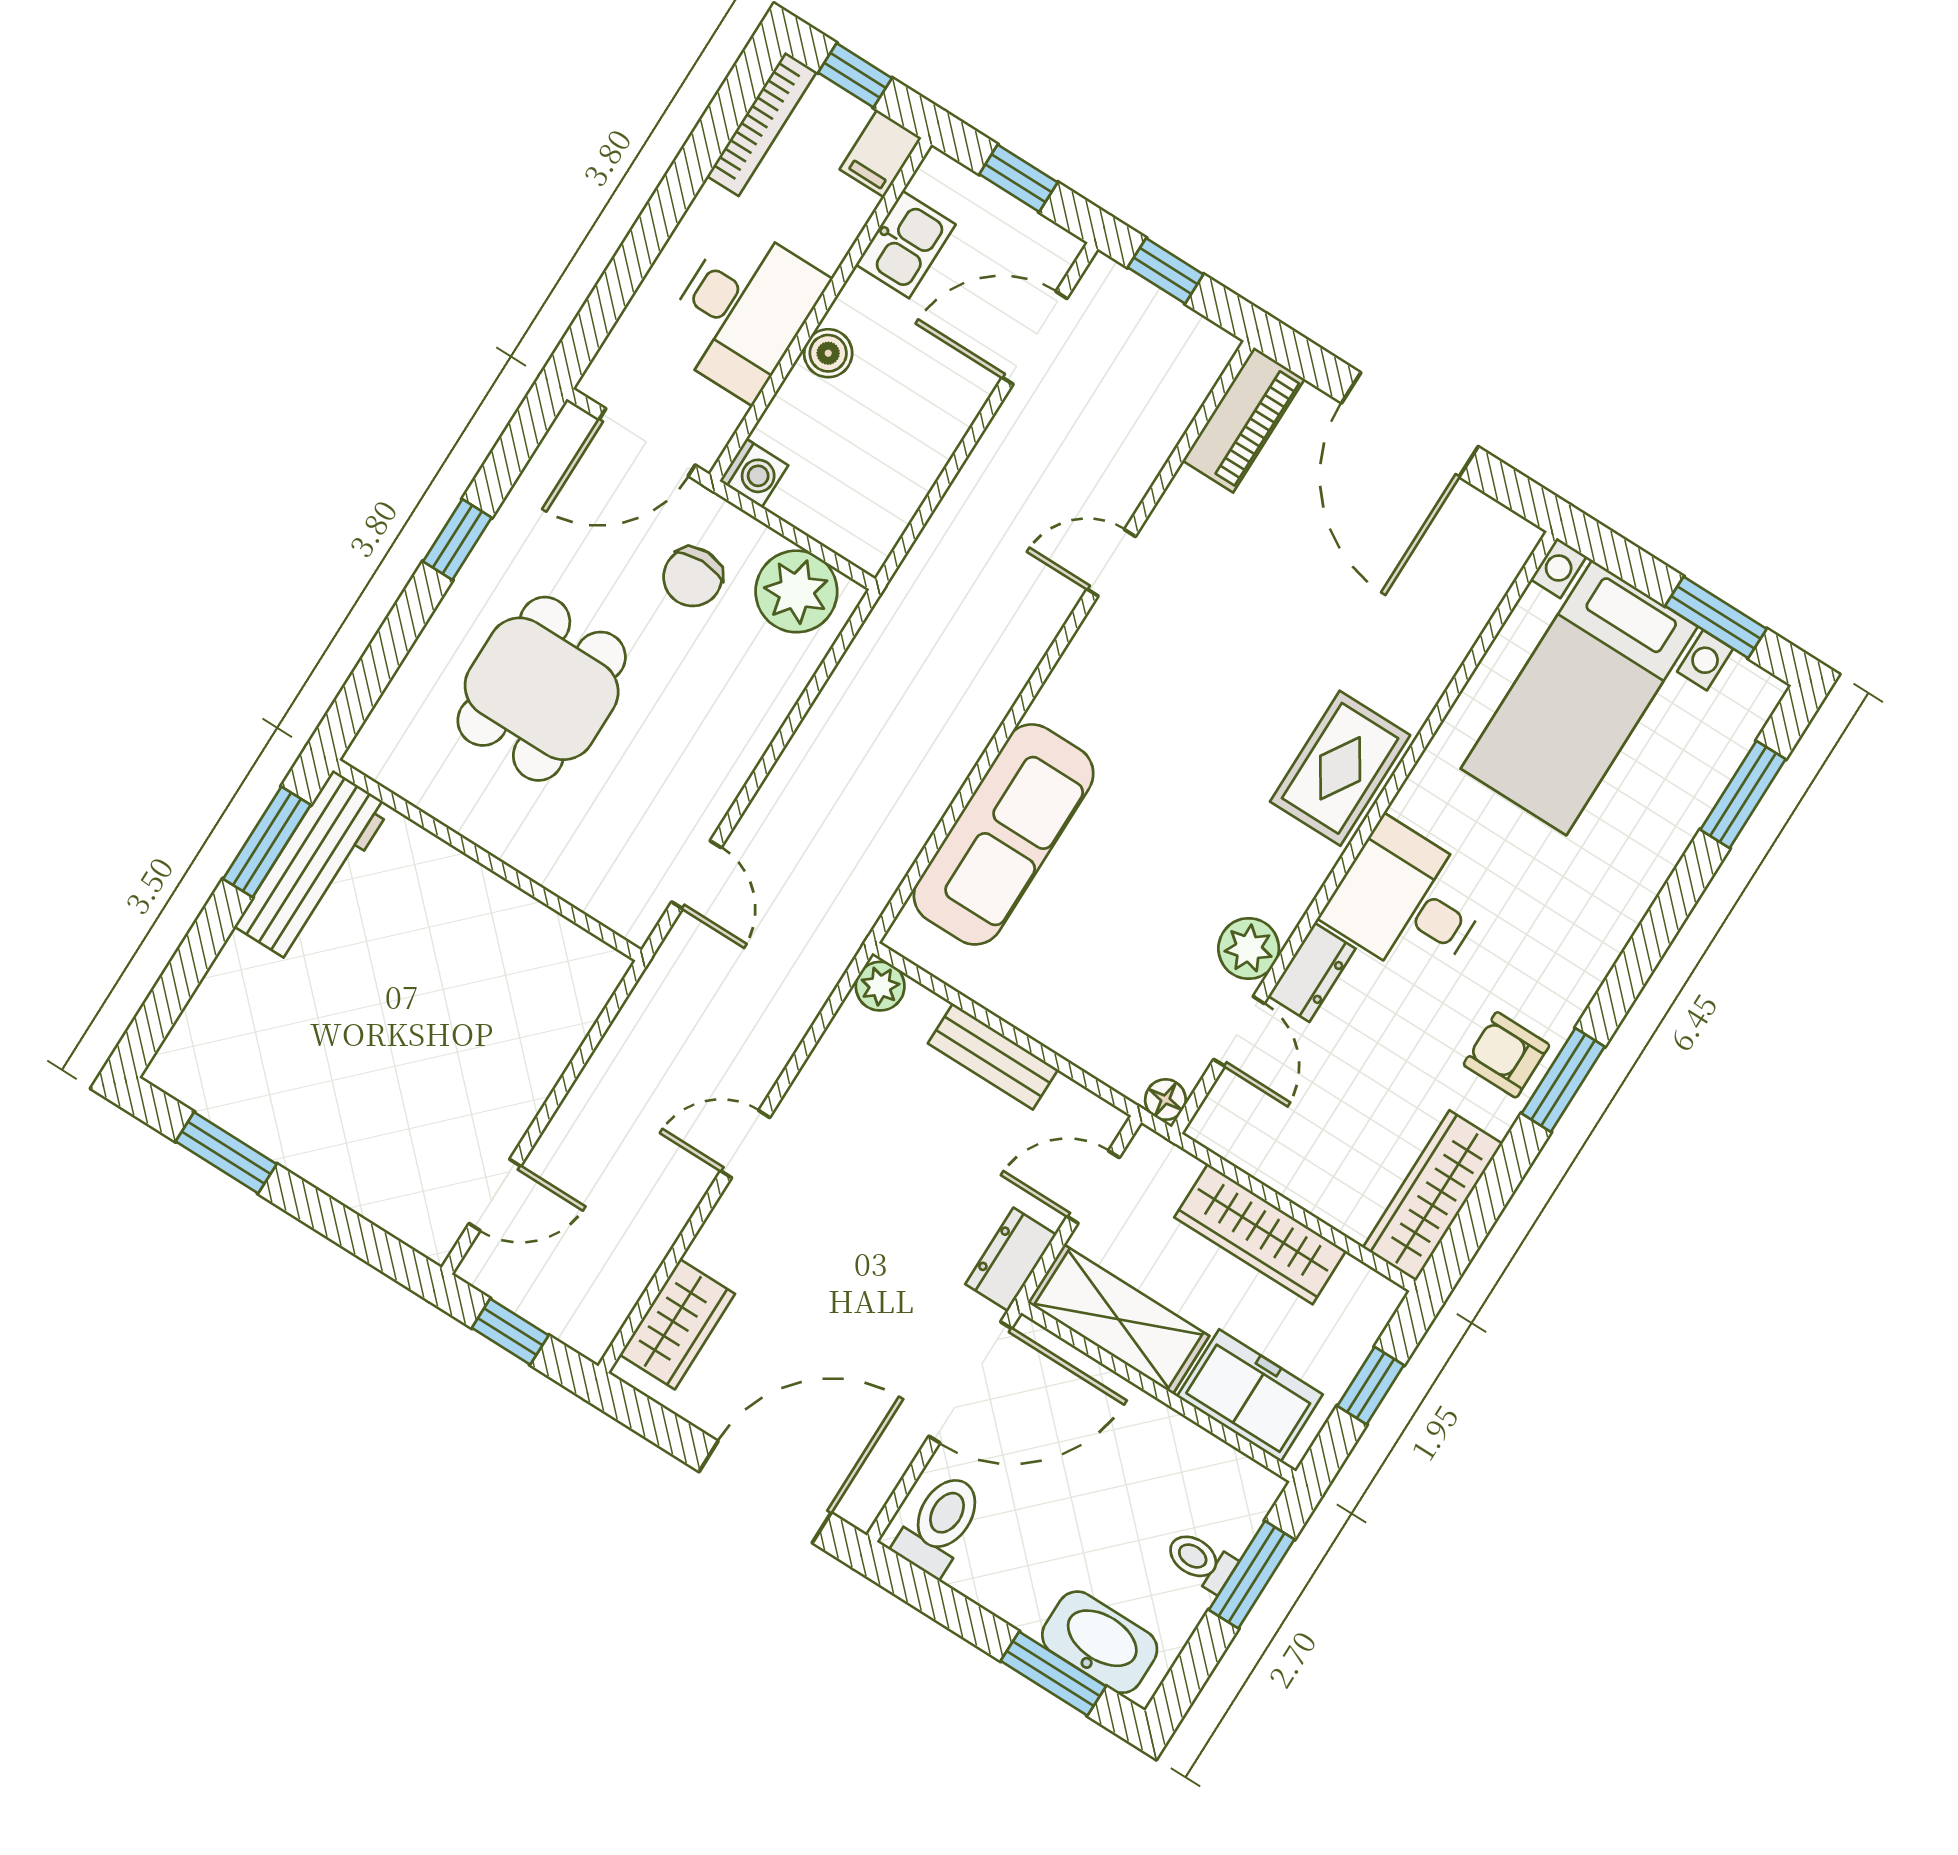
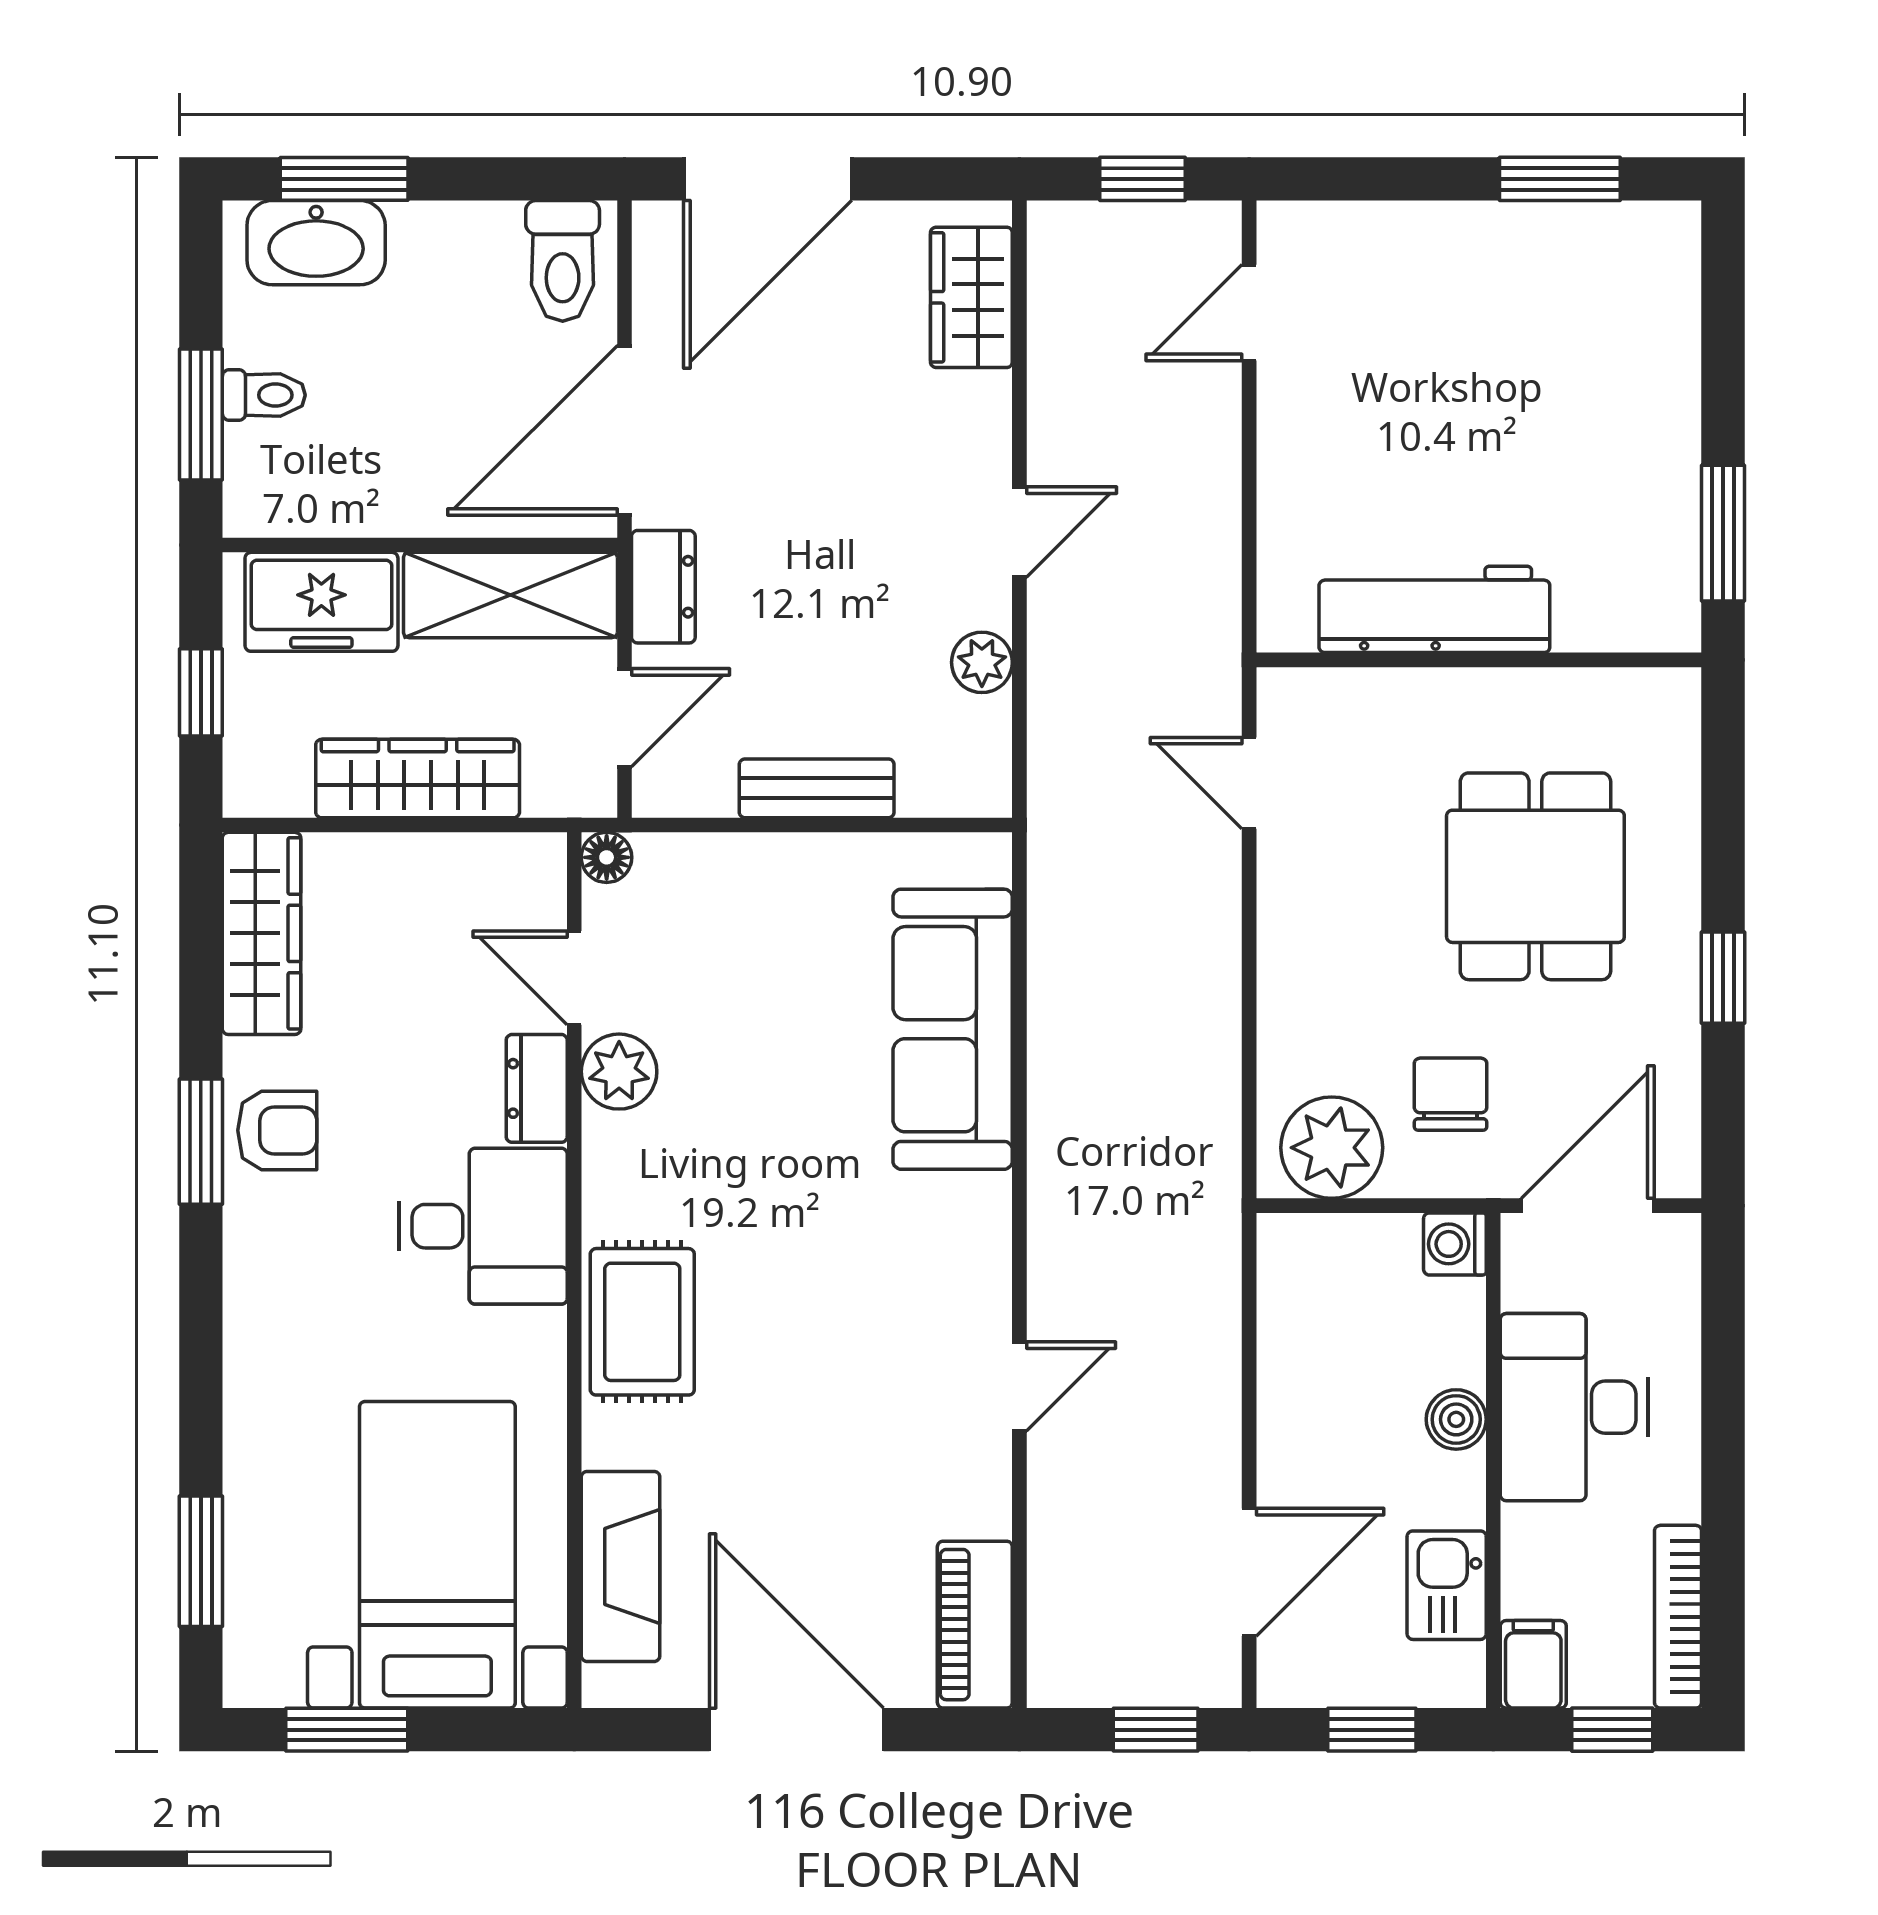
fireplace: (1460, 611) -> (621, 1566), added
workbench: (313, 867) -> (1434, 609), moved, turned 90
plant: (880, 986) -> (982, 662), moved

